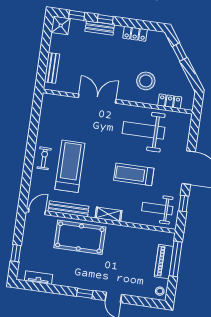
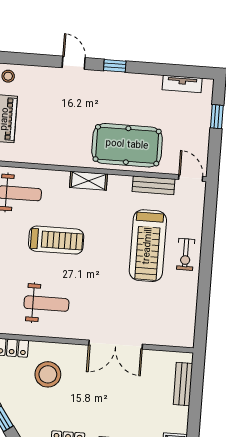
weight bench: (144, 130) -> (46, 304), width x0.73, depth x0.75
bench: (68, 209) -> (154, 185), width x0.73
door: (37, 212) -> (191, 178), swing flipped

